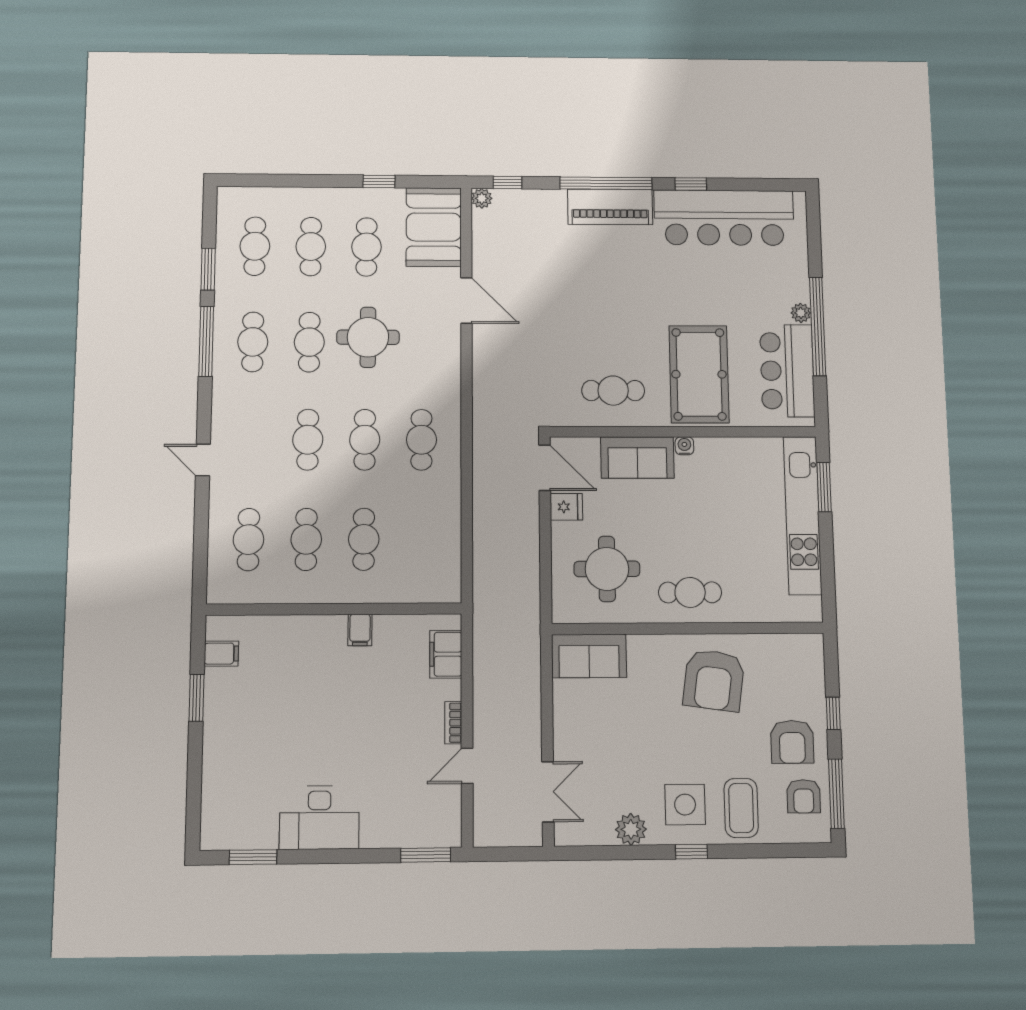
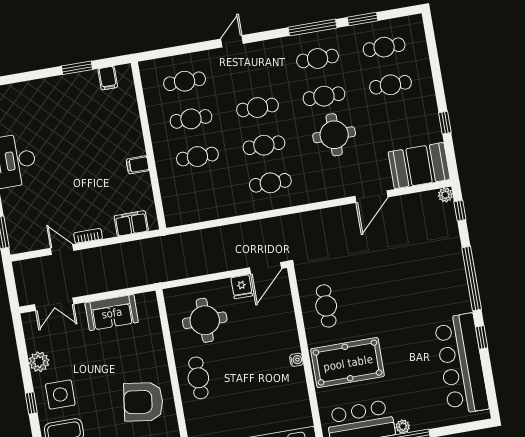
piano: (610, 207) -> (455, 284), removed
cafe table: (367, 247) -> (397, 122), removed
sofa: (637, 458) -> (283, 329), removed
sofa: (589, 656) -> (112, 313), moved, turned -90

